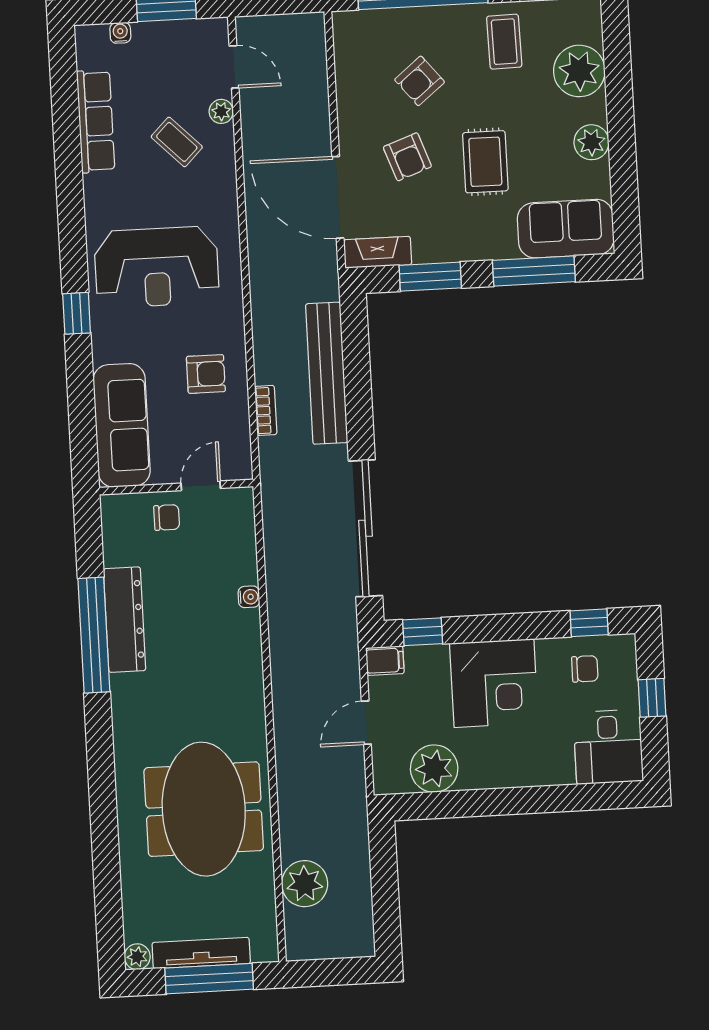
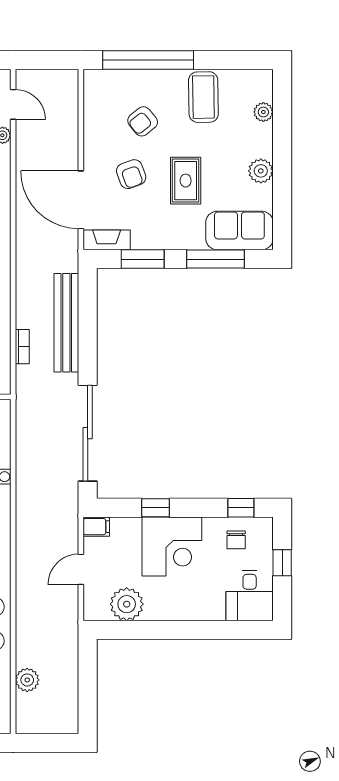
coffee table: (504, 42) -> (203, 97), width x1.36, depth x1.30
plant: (579, 71) -> (263, 112), width x0.53, depth x0.53
window: (423, 632) -> (155, 508), moved
chair: (585, 669) -> (236, 540), turned 90
plant: (305, 884) -> (27, 680), width x0.73, depth x0.73

